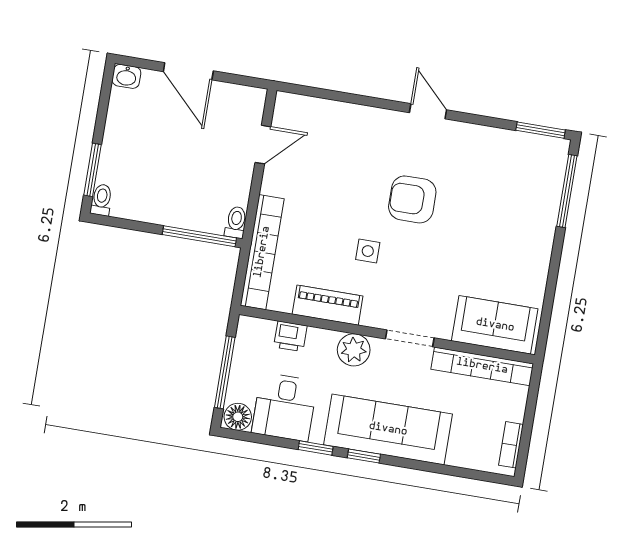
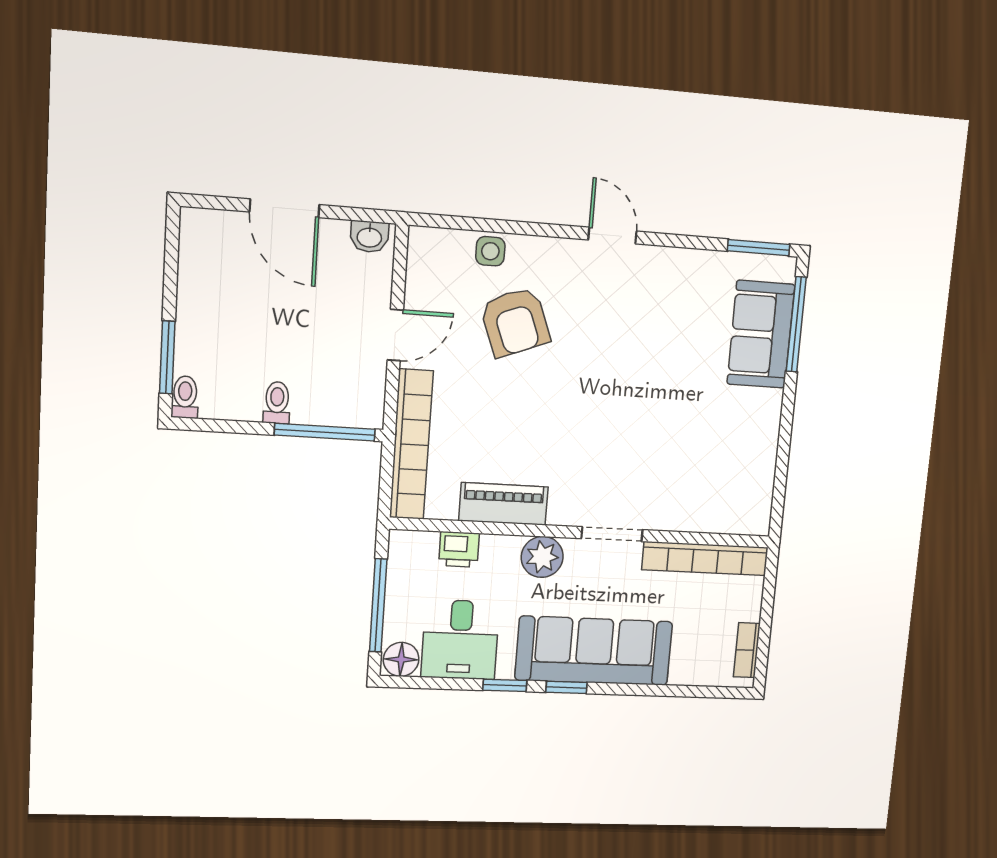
washbasin: (126, 76) -> (369, 237), moved
door: (263, 145) -> (395, 335), moved
armchair: (412, 199) -> (515, 322), moved, turned -111
toilet: (236, 222) -> (277, 403), moved
side table: (368, 251) -> (490, 251), moved
sofa: (495, 325) -> (761, 334), moved, turned -90

